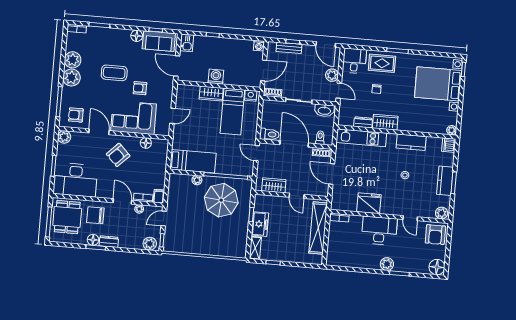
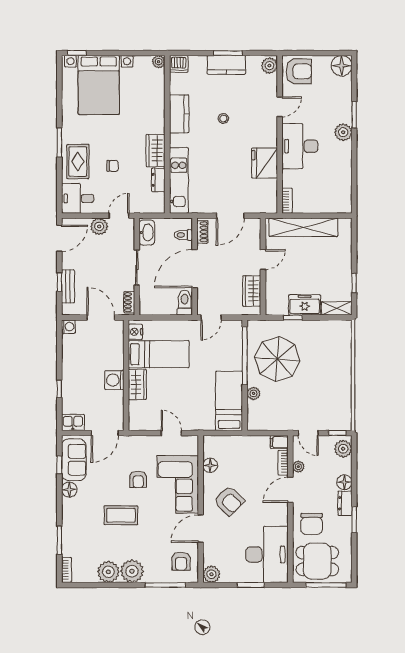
coffee table: (114, 73) -> (121, 515), turned 90
floor lamp: (93, 240) -> (344, 482), moved

